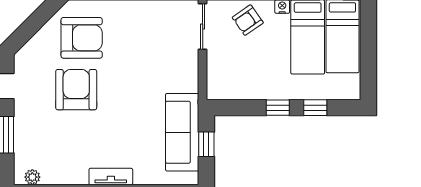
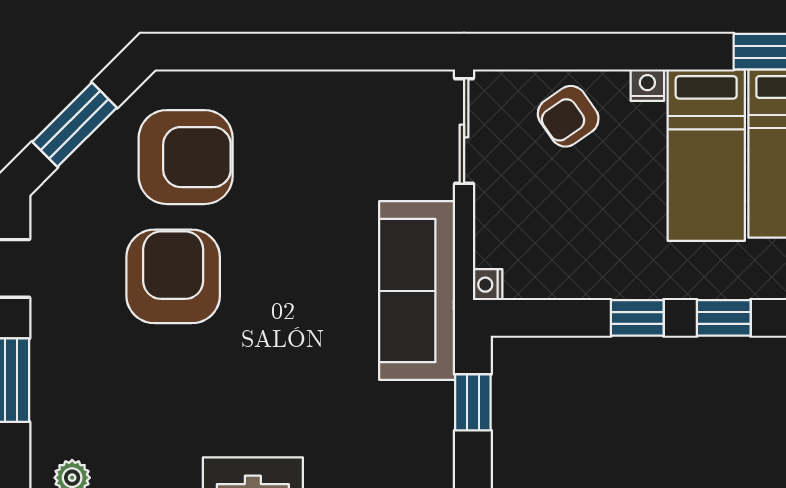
window: (33, 24) -> (75, 125), added
nightstand: (213, 93) -> (488, 285), added
sofa: (182, 132) -> (417, 291), moved

